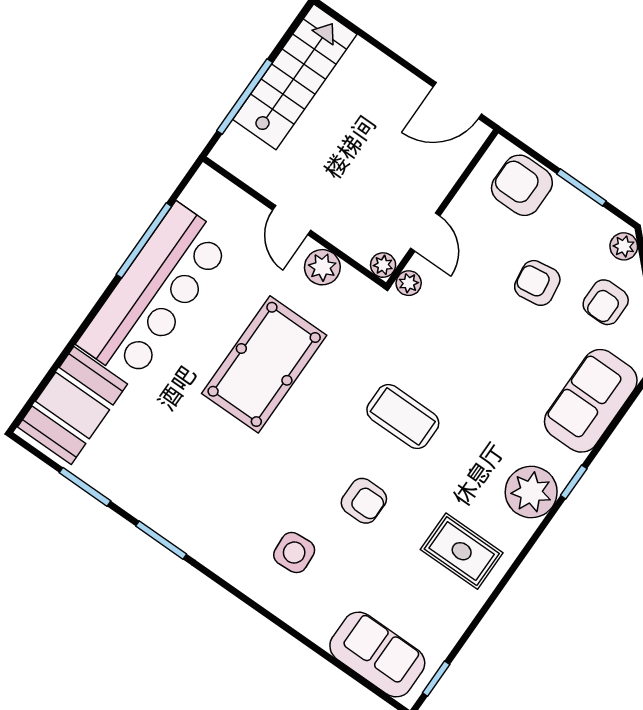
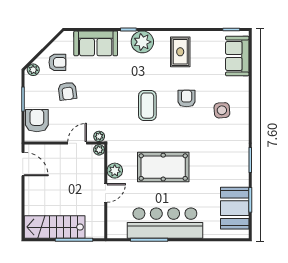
armchair: (522, 185) -> (37, 121), turned 180
booth: (73, 405) -> (235, 208), moved, turned 90

